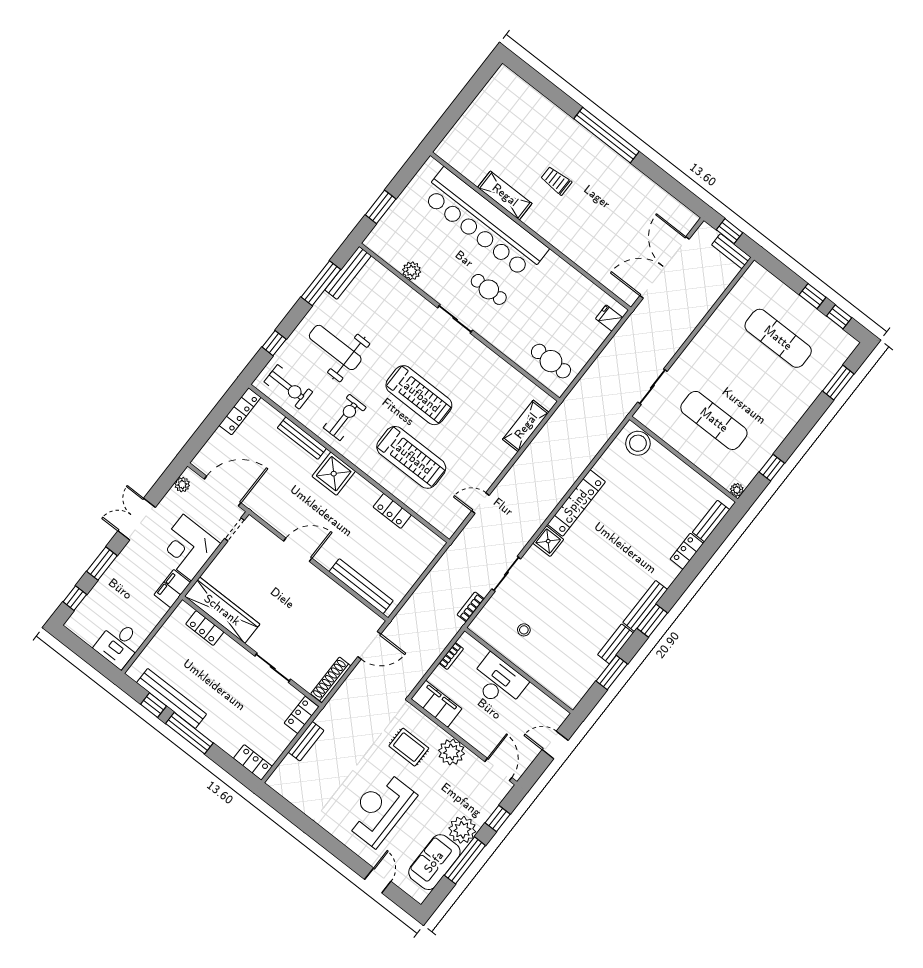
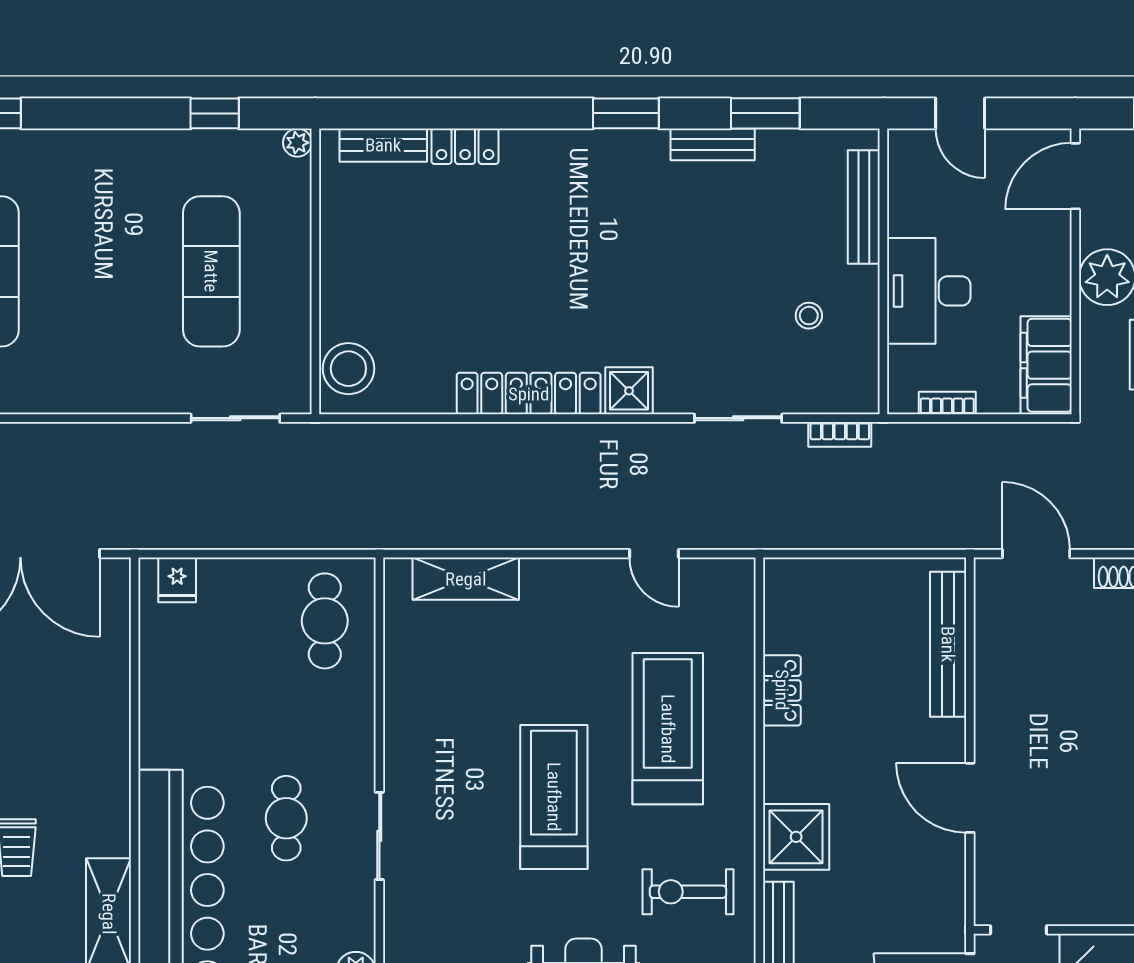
bench: (645, 606) -> (864, 207), moved, turned 90

